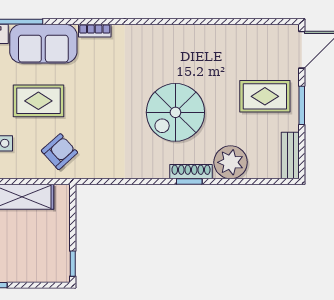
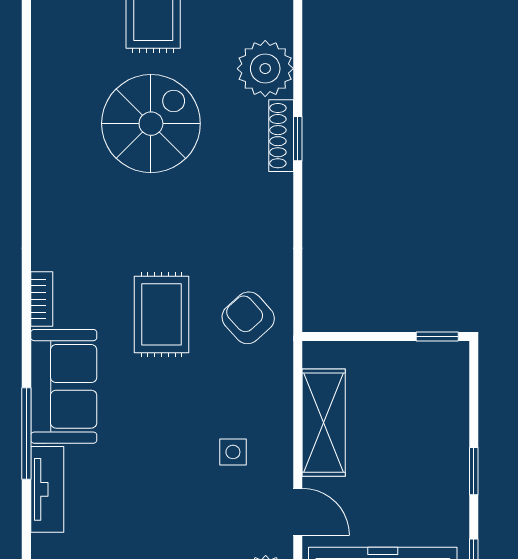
rug: (38, 101) -> (162, 314), moved
spiral stairs: (175, 112) -> (151, 124), moved, turned -90
armchair: (59, 152) -> (248, 318), moved

